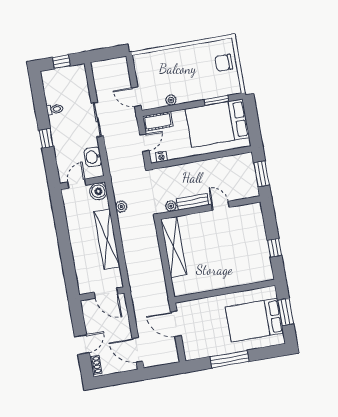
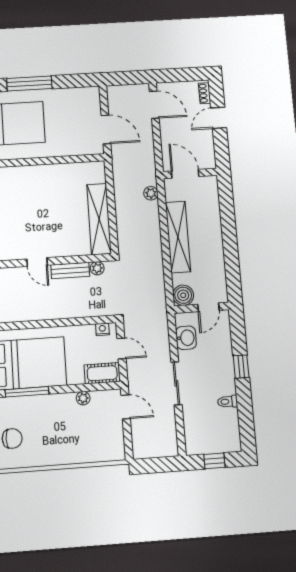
window: (216, 100) -> (27, 392), width x1.44
door: (144, 143) -> (121, 349), swing flipped
plant: (121, 207) -> (151, 193), moved
window: (230, 359) -> (29, 84), moved

